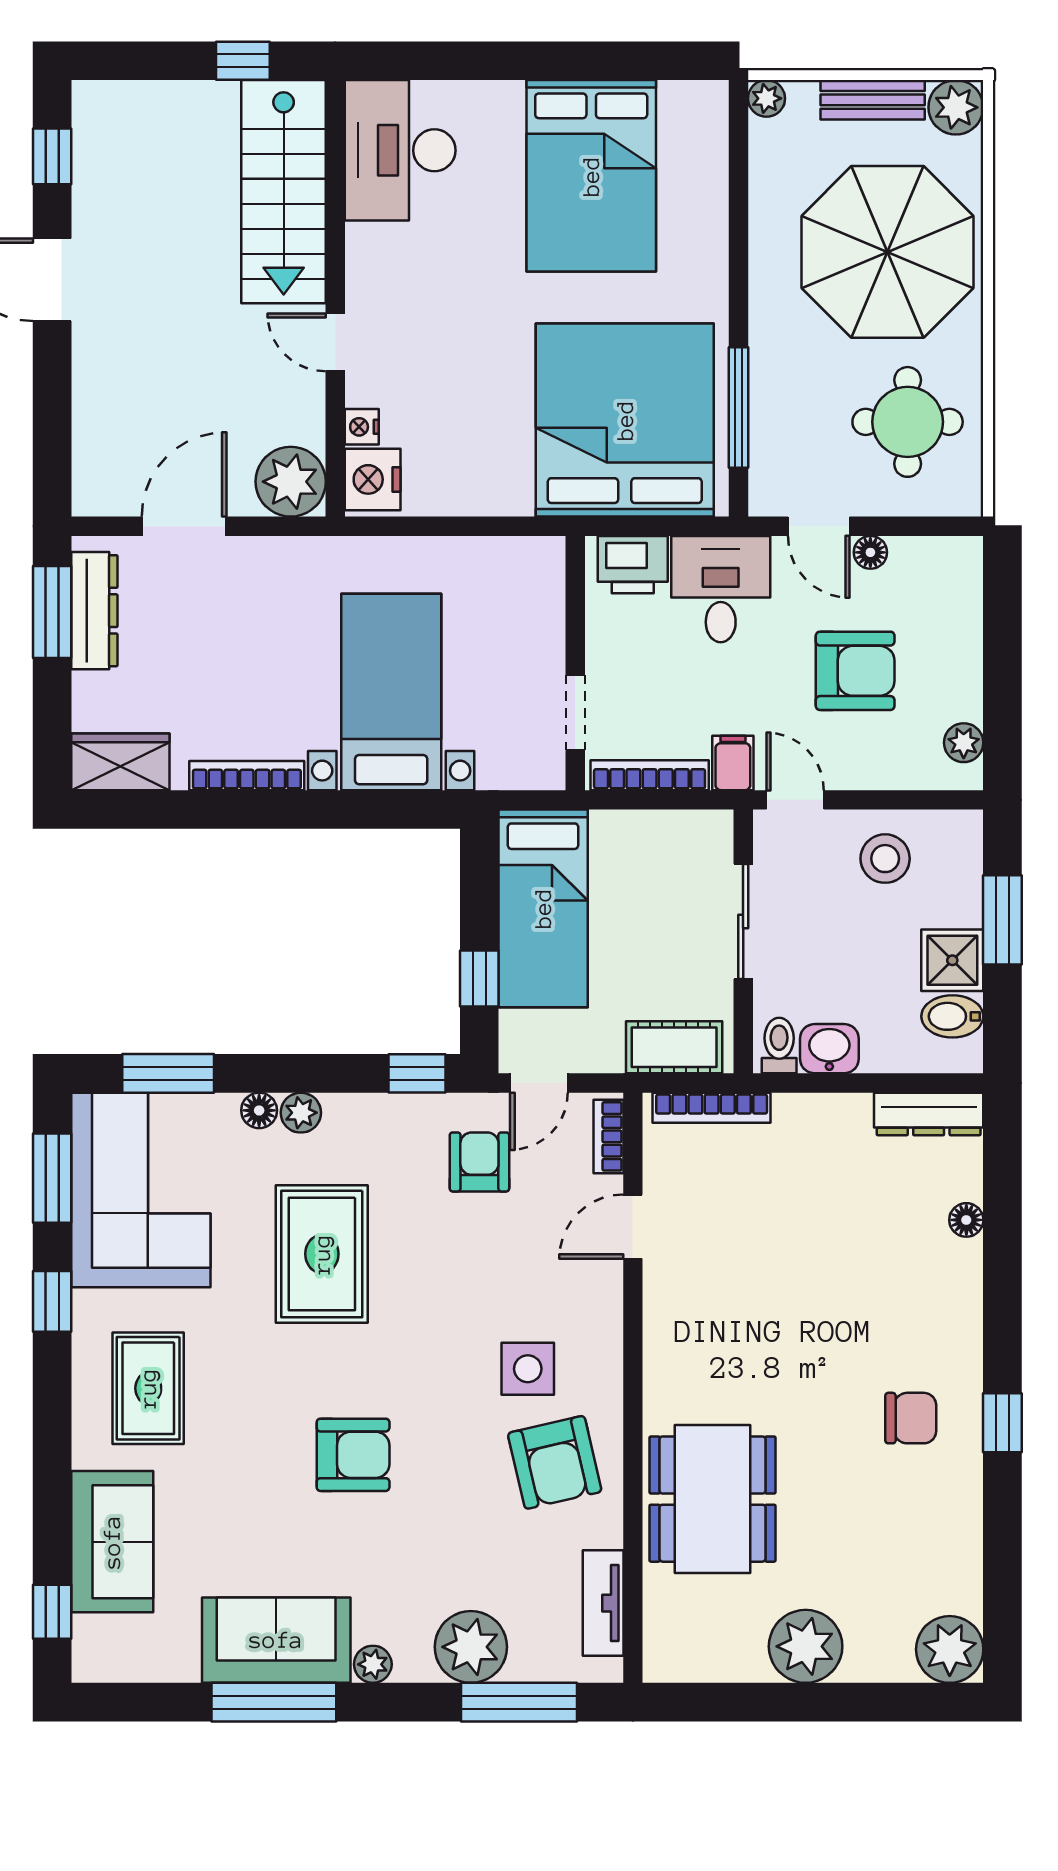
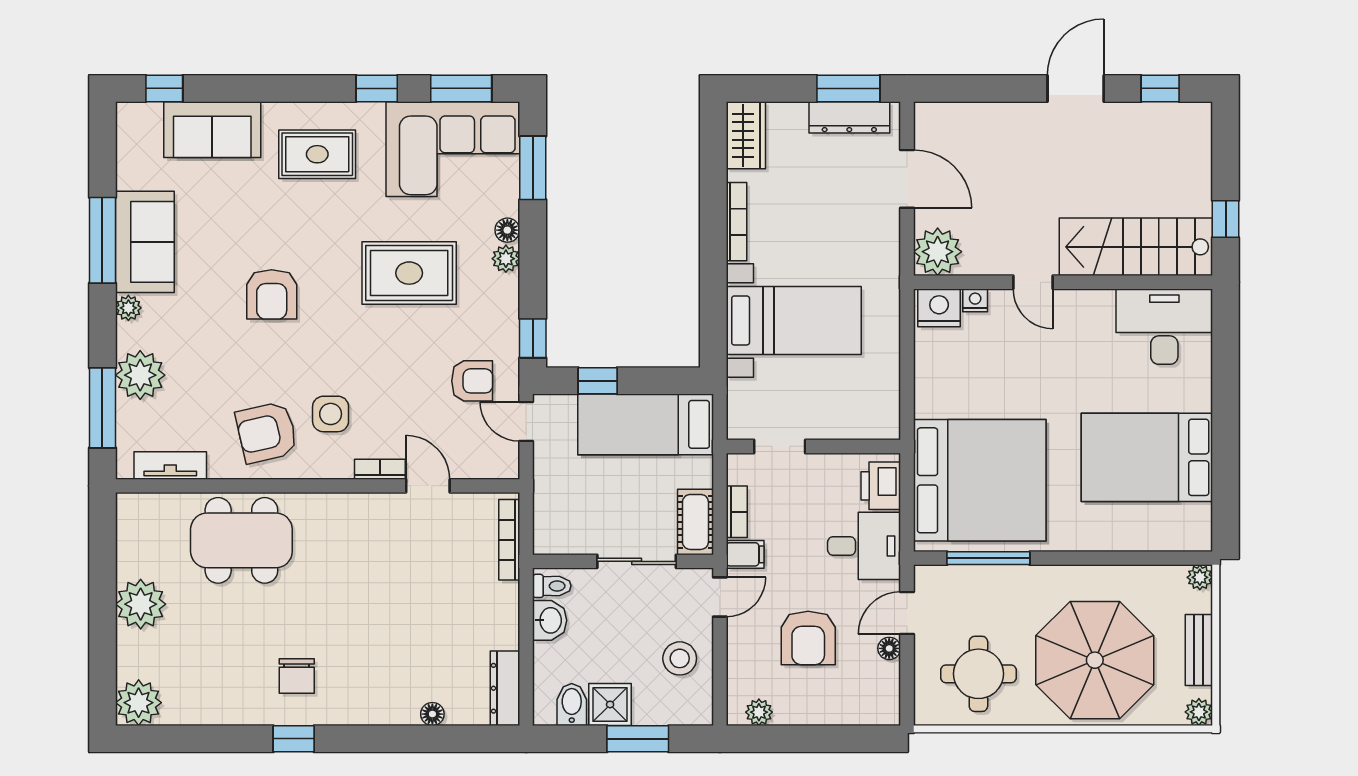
plant: (956, 107) -> (1199, 712), width x0.73, depth x0.73
door: (335, 342) -> (1033, 282), swing flipped
bookcase: (650, 775) -> (737, 512), width x0.64
cot: (674, 1047) -> (695, 522), moved
bookcase: (608, 1136) -> (380, 469), moved

